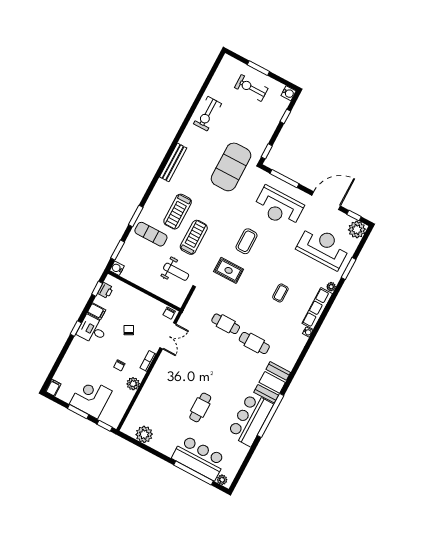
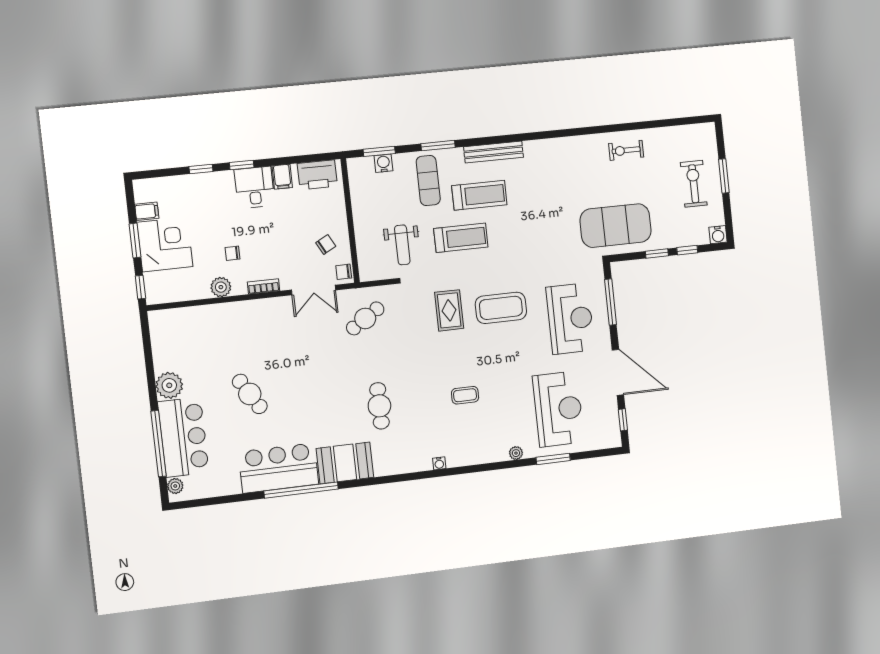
exercise bike: (208, 114) -> (626, 150), width x0.73, depth x0.72
window: (267, 151) -> (657, 253), moved
bench: (173, 162) -> (493, 152), moved
exercise mat: (231, 167) -> (616, 226), moved
reception desk: (278, 207) -> (570, 319), turned 180
treadmill: (178, 212) -> (479, 195), turned 180
plant: (357, 230) -> (608, 435), removed
coffee table: (247, 241) -> (501, 308), width x1.36, depth x1.32
water cooler: (117, 268) -> (383, 163), moved
window: (97, 289) -> (201, 169), moved
printer: (105, 290) -> (317, 175), width x1.87, depth x1.48
row of seats: (317, 309) -> (477, 455), removed
cafe table: (226, 324) -> (365, 318), moved, turned 57
chair: (129, 330) -> (326, 244), moved
filing cabinet: (53, 388) -> (147, 211), moved
cafe table: (200, 407) -> (250, 394), turned 59
plant: (144, 434) -> (169, 385), moved

